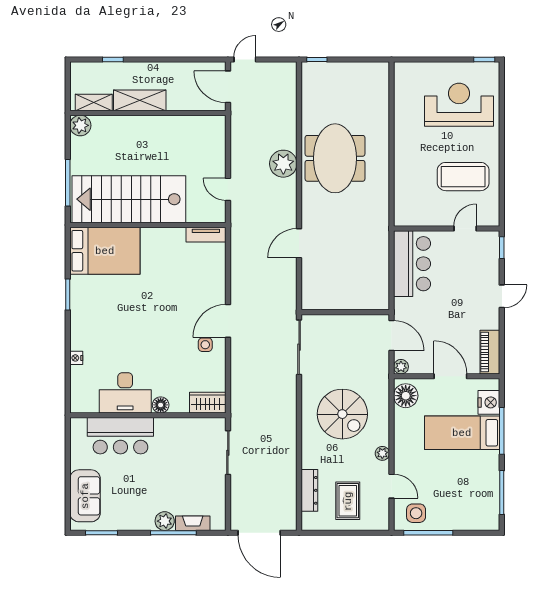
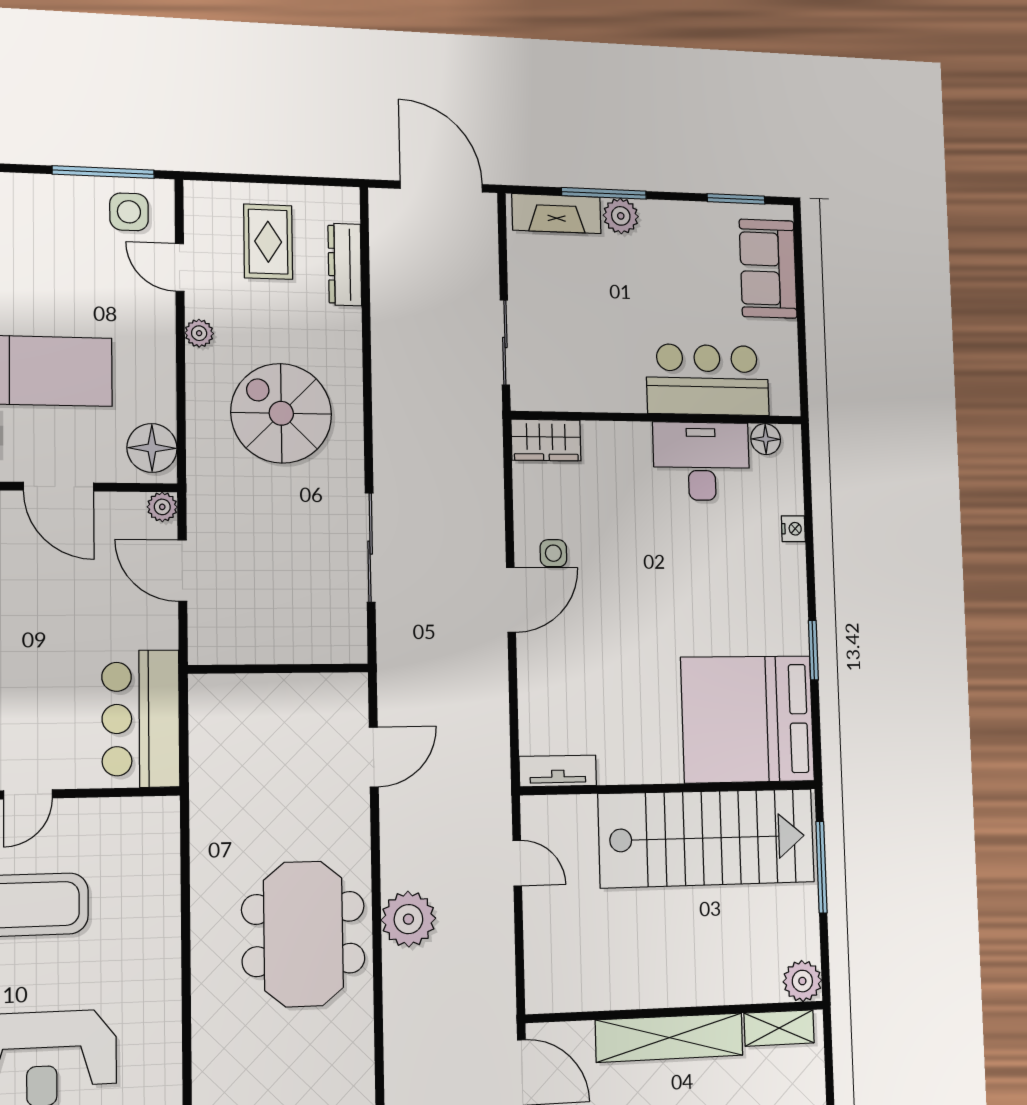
shelving: (140, 100) -> (669, 1038), width x1.47
bed: (105, 251) -> (748, 719), width x1.36
wall: (345, 312) -> (279, 669), moved
floor lamp: (161, 405) -> (766, 439), moved
fireplace: (193, 523) -> (557, 214), width x1.37, depth x1.32

